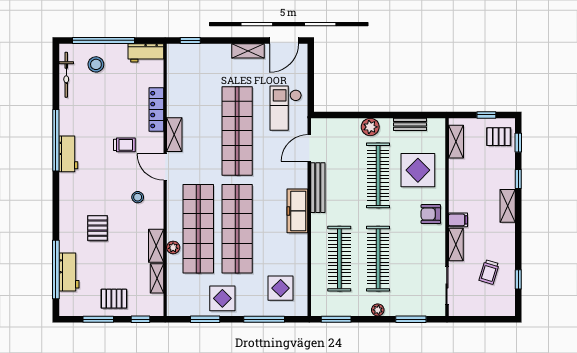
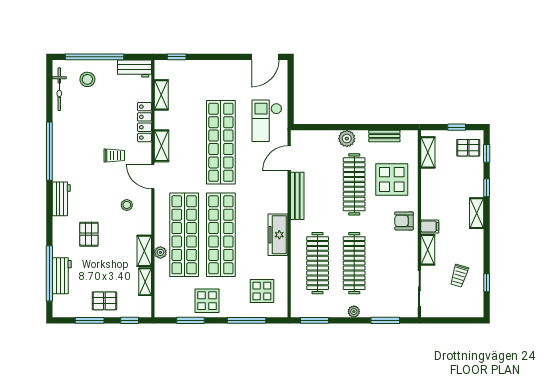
shelving: (248, 51) -> (161, 95), moved, turned 90
workbench: (68, 154) -> (61, 199), moved
freezer: (297, 211) -> (278, 235), moved

